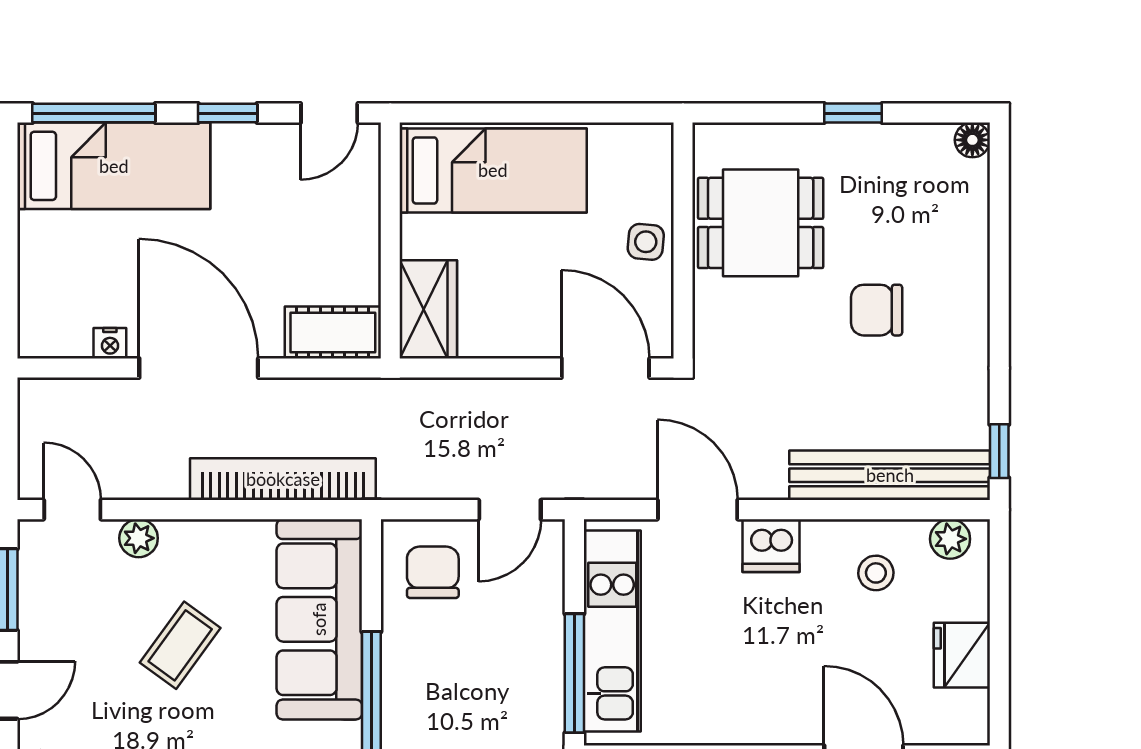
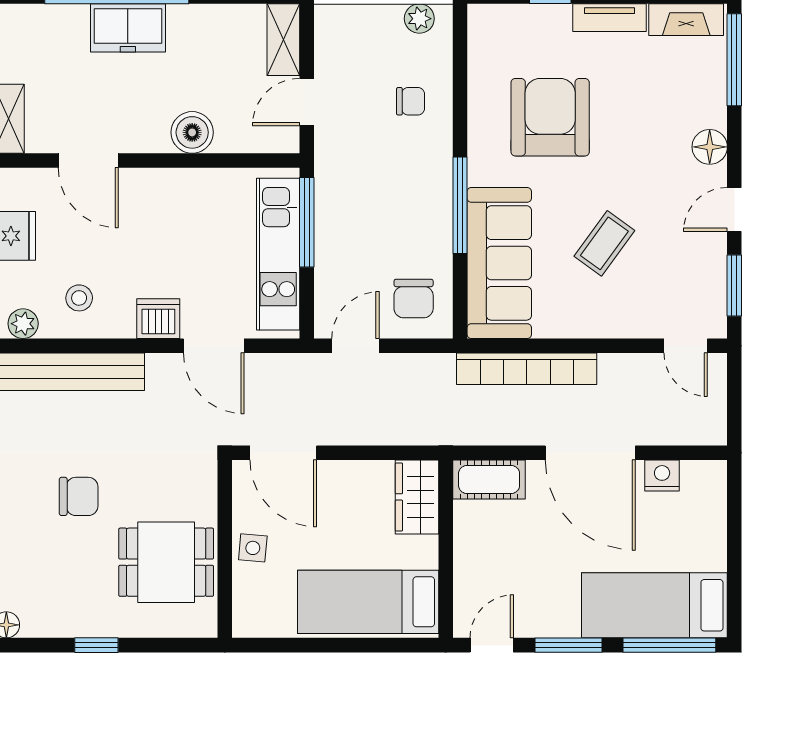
window: (228, 113) -> (568, 645), width x1.50
nightstand: (110, 343) -> (662, 475), width x1.39, depth x1.35
plant: (139, 538) -> (636, 324), removed

